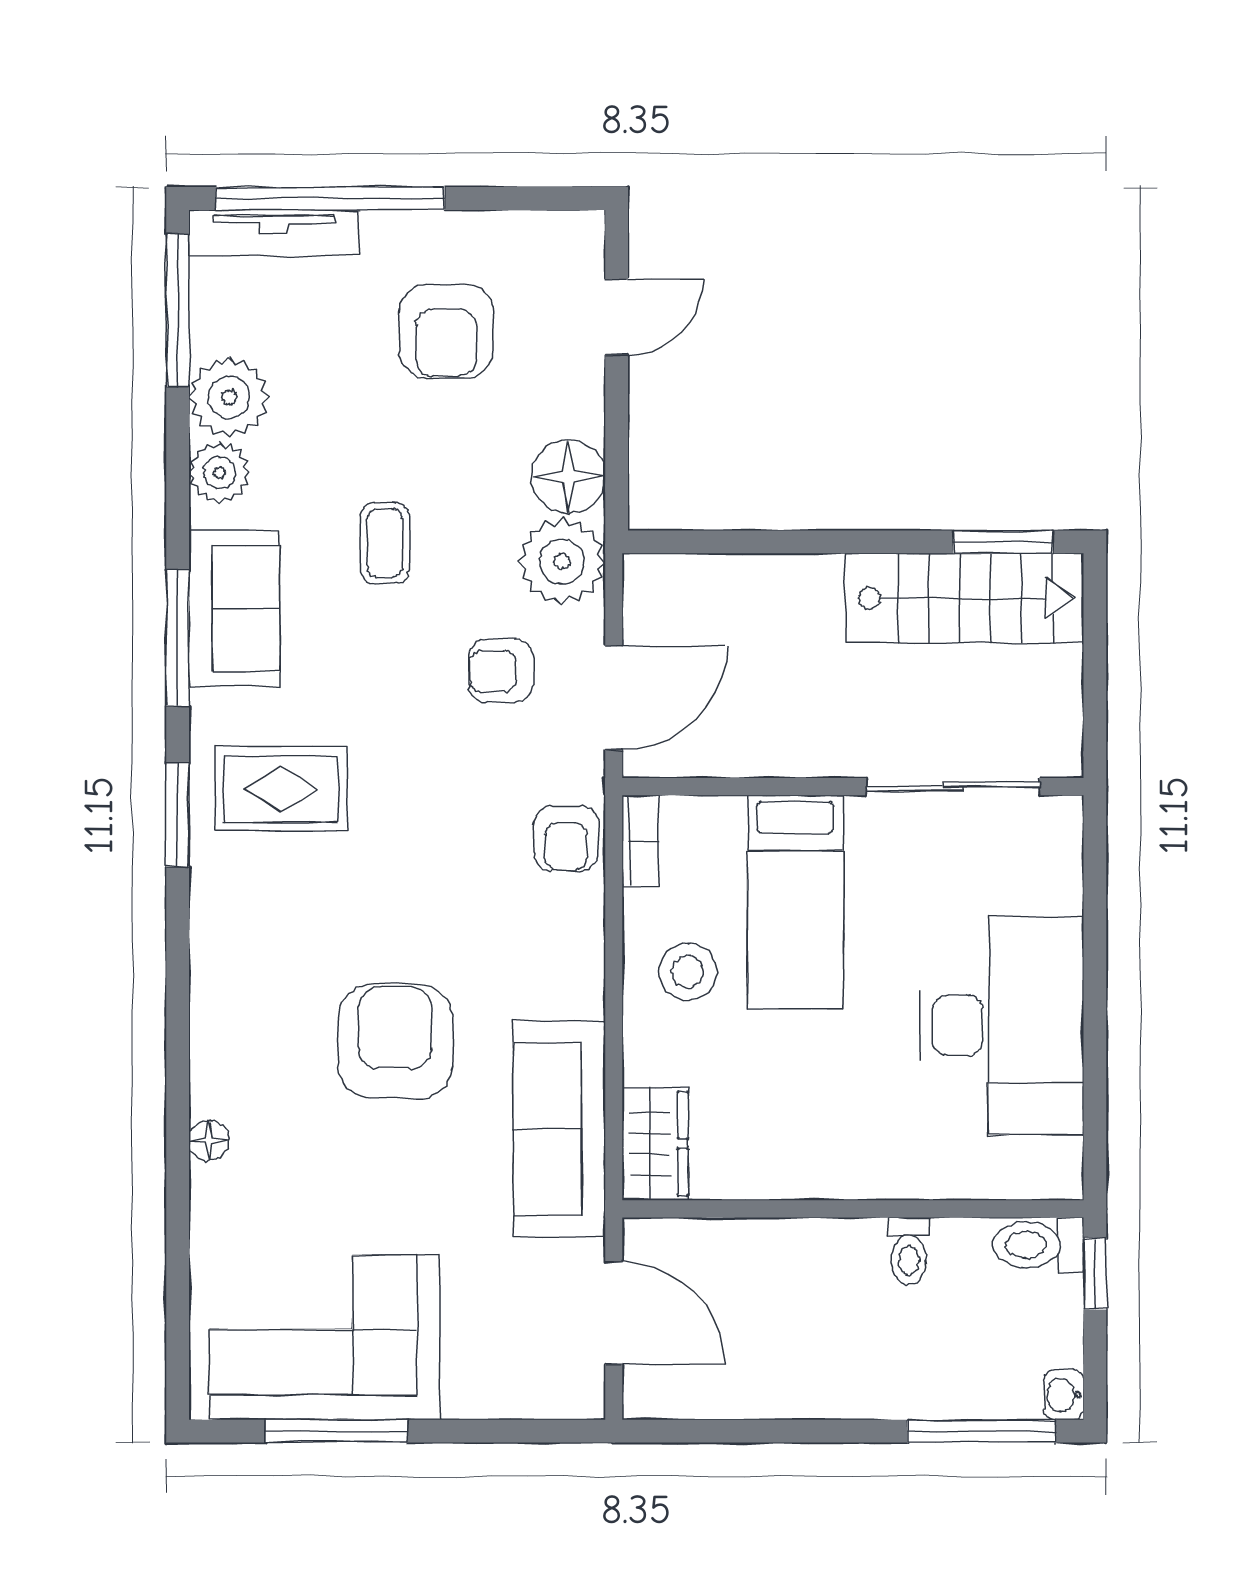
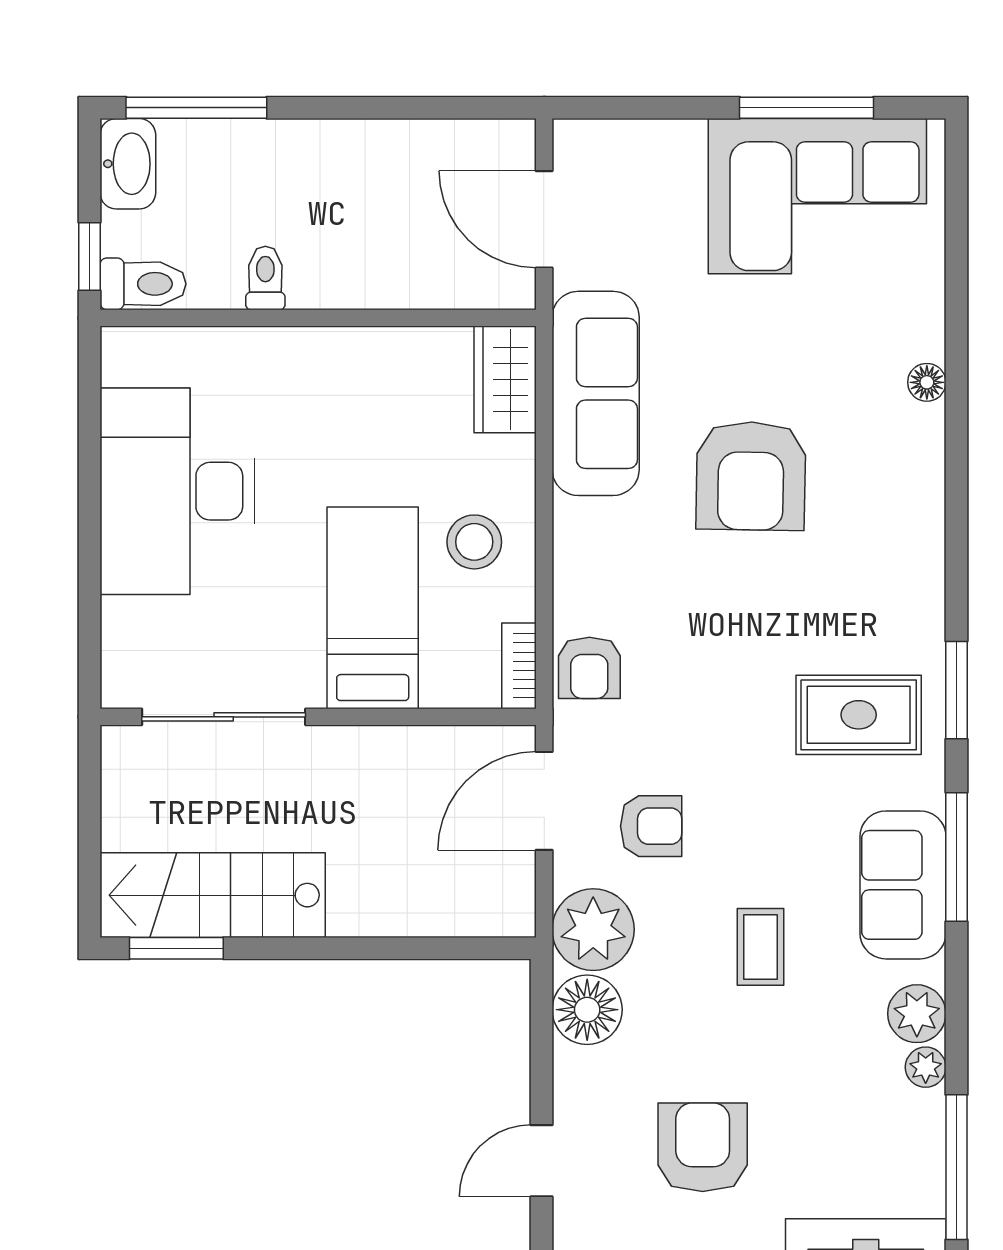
plant: (229, 397) -> (926, 1067), width x0.53, depth x0.53
armchair: (566, 838) -> (589, 668), turned 180
washbasin: (1063, 1395) -> (128, 164), width x1.91, depth x1.45

